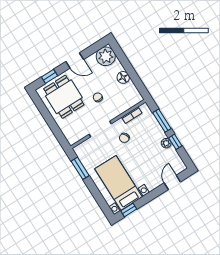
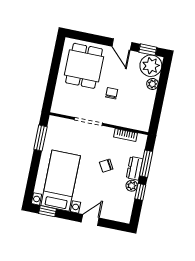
plant: (118, 67) -> (152, 84), added
window: (50, 76) -> (148, 50), moved
floor lamp: (123, 77) -> (148, 97), removed
dresser: (157, 130) -> (135, 168), added
chair: (124, 138) -> (106, 166), moved
door: (172, 182) -> (90, 220), moved

